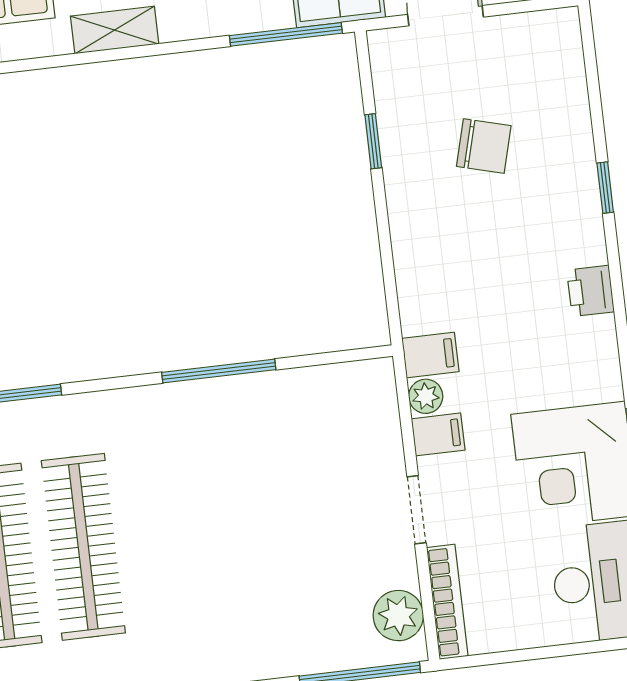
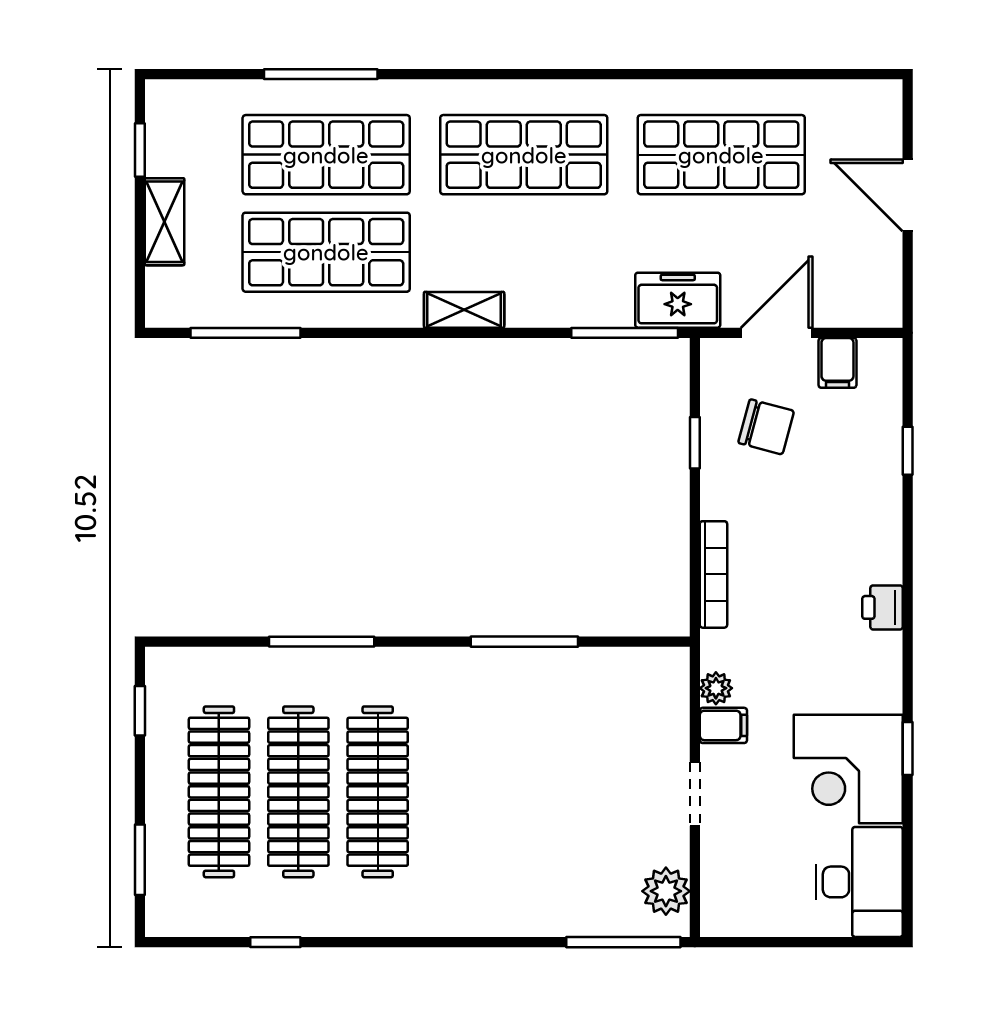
chair: (484, 146) -> (766, 427), moved
window: (605, 188) -> (908, 451), moved
filing cabinet: (430, 355) -> (837, 363), moved, turned 90
bookcase: (447, 602) -> (713, 574), moved

